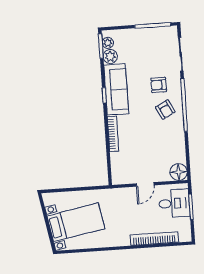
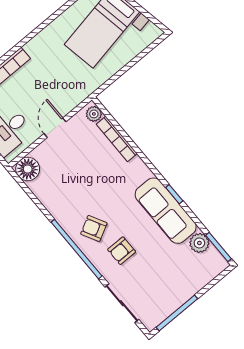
plant: (108, 43) -> (94, 114), moved
armchair: (159, 85) -> (122, 251), turned 180
bookcase: (113, 134) -> (117, 139), moved

